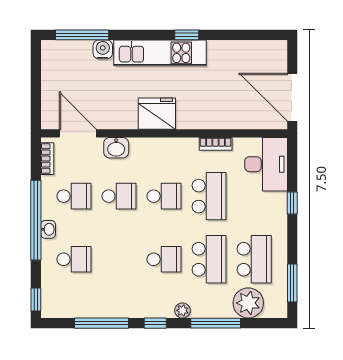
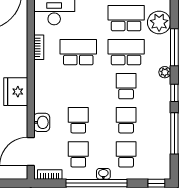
school desk: (164, 196) -> (126, 120), moved

